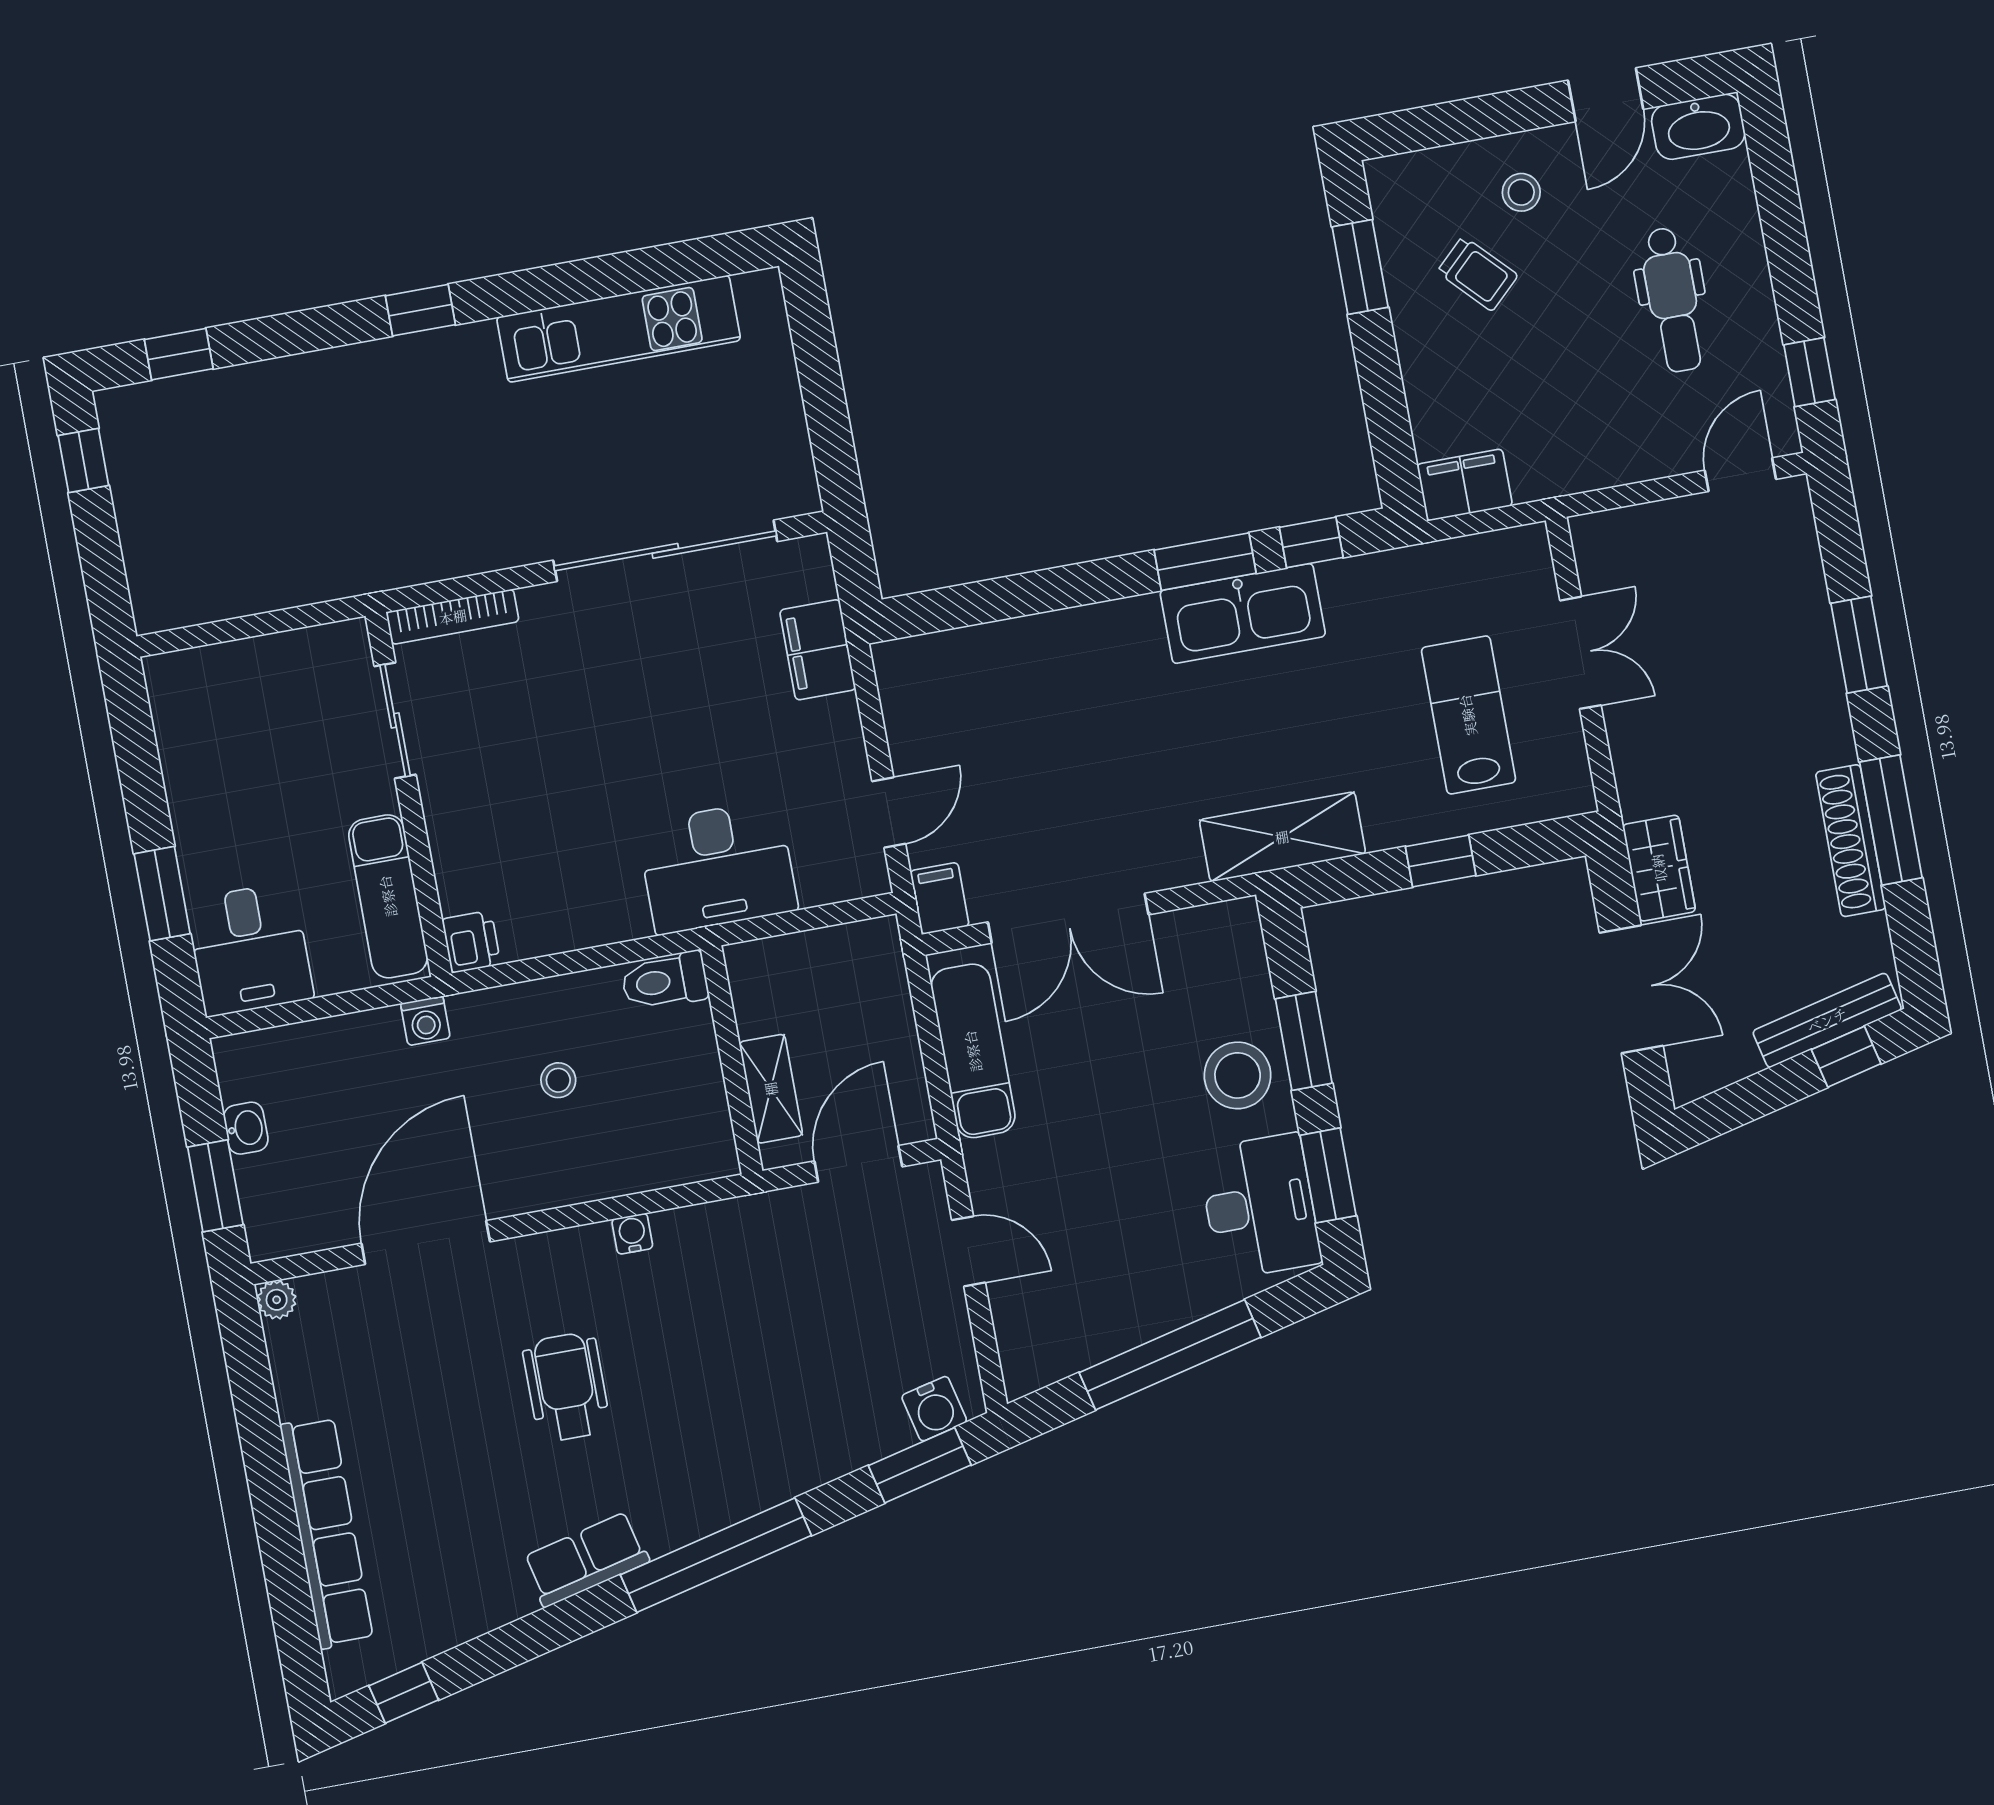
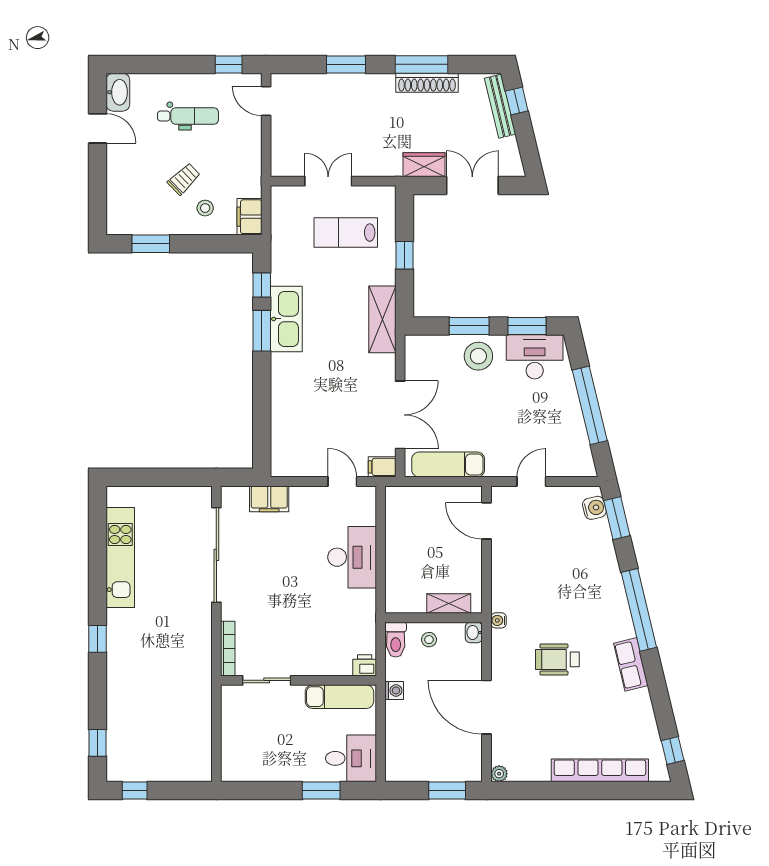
stool: (1521, 192) -> (205, 208), moved
trolley: (1477, 274) -> (184, 179), moved
toilet: (665, 981) -> (396, 640), moved
wall: (732, 1060) -> (434, 618), moved
shelving: (771, 1089) -> (449, 604), moved
washbasin: (246, 1128) -> (474, 632), moved, turned -90

